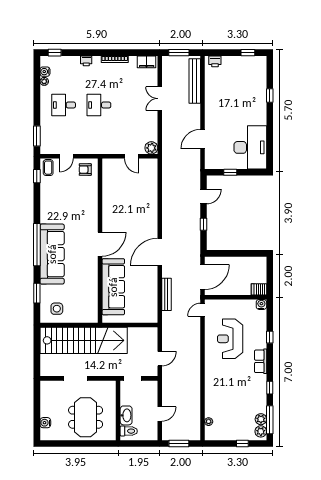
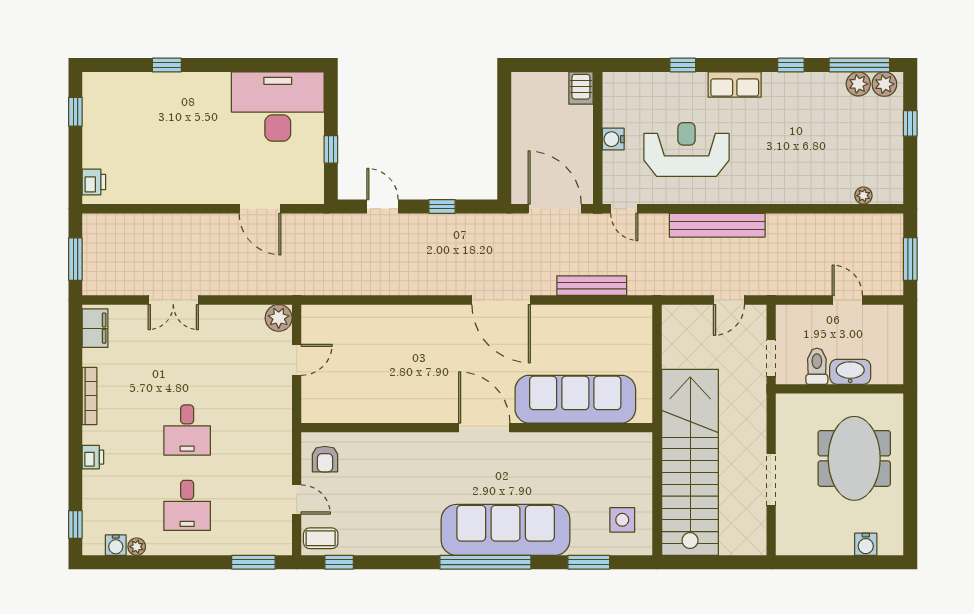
bench: (195, 81) -> (717, 225), moved
water cooler: (261, 304) -> (613, 139), moved
reception desk: (230, 339) -> (686, 149), turned 180
door: (160, 359) -> (729, 300), swing flipped
meeting table: (86, 417) -> (854, 458), turned 90
toilet: (129, 431) -> (817, 366), moved

